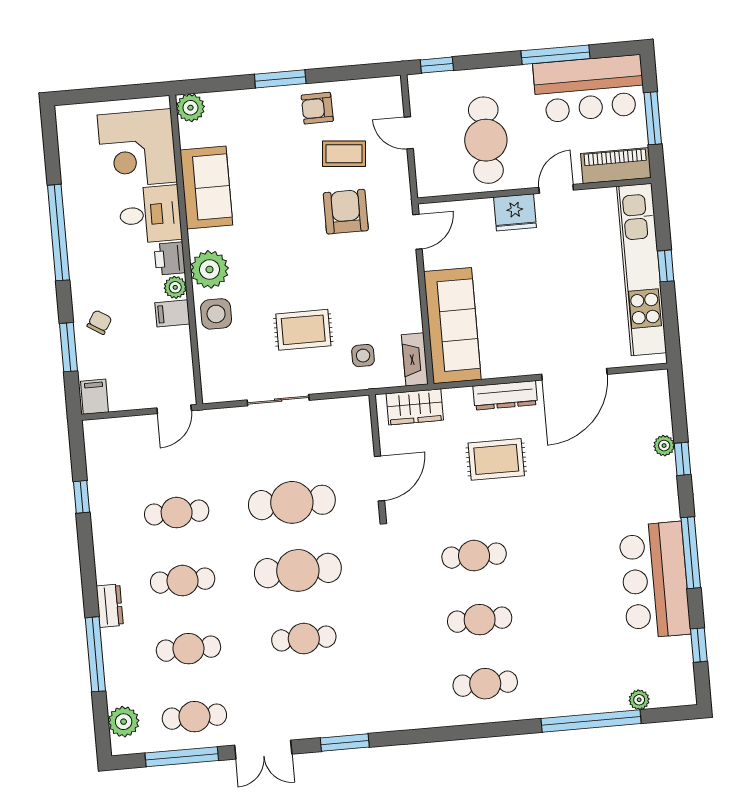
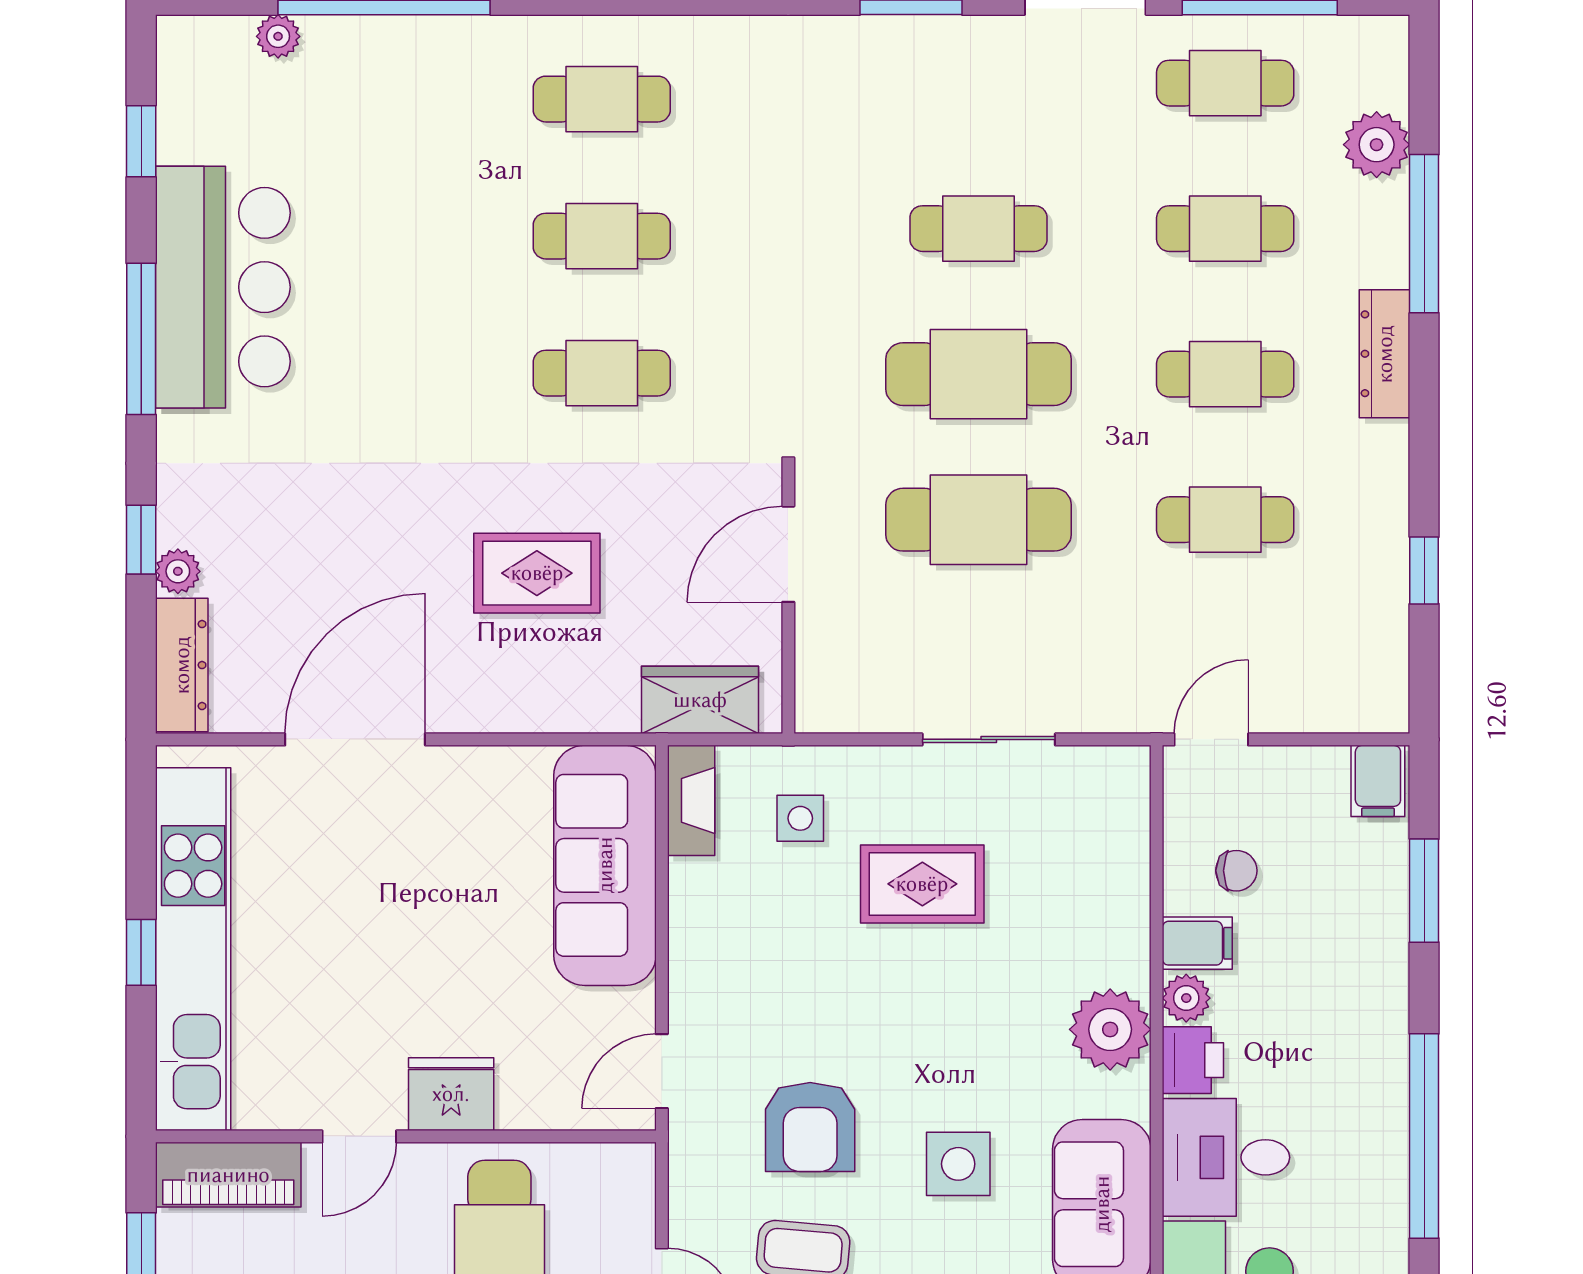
side table: (216, 314) -> (958, 1164), moved
chair: (99, 322) -> (1236, 871), moved, turned -122
dresser: (505, 395) -> (182, 665), moved, turned 90
dresser: (110, 606) -> (1385, 354), width x1.44
plant: (124, 722) -> (1377, 145), moved

